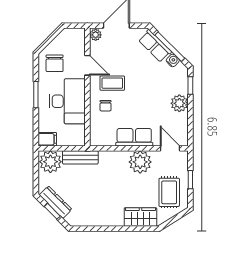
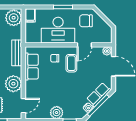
row of seats: (134, 137) -> (32, 67), moved
bench: (80, 157) -> (17, 53), moved

